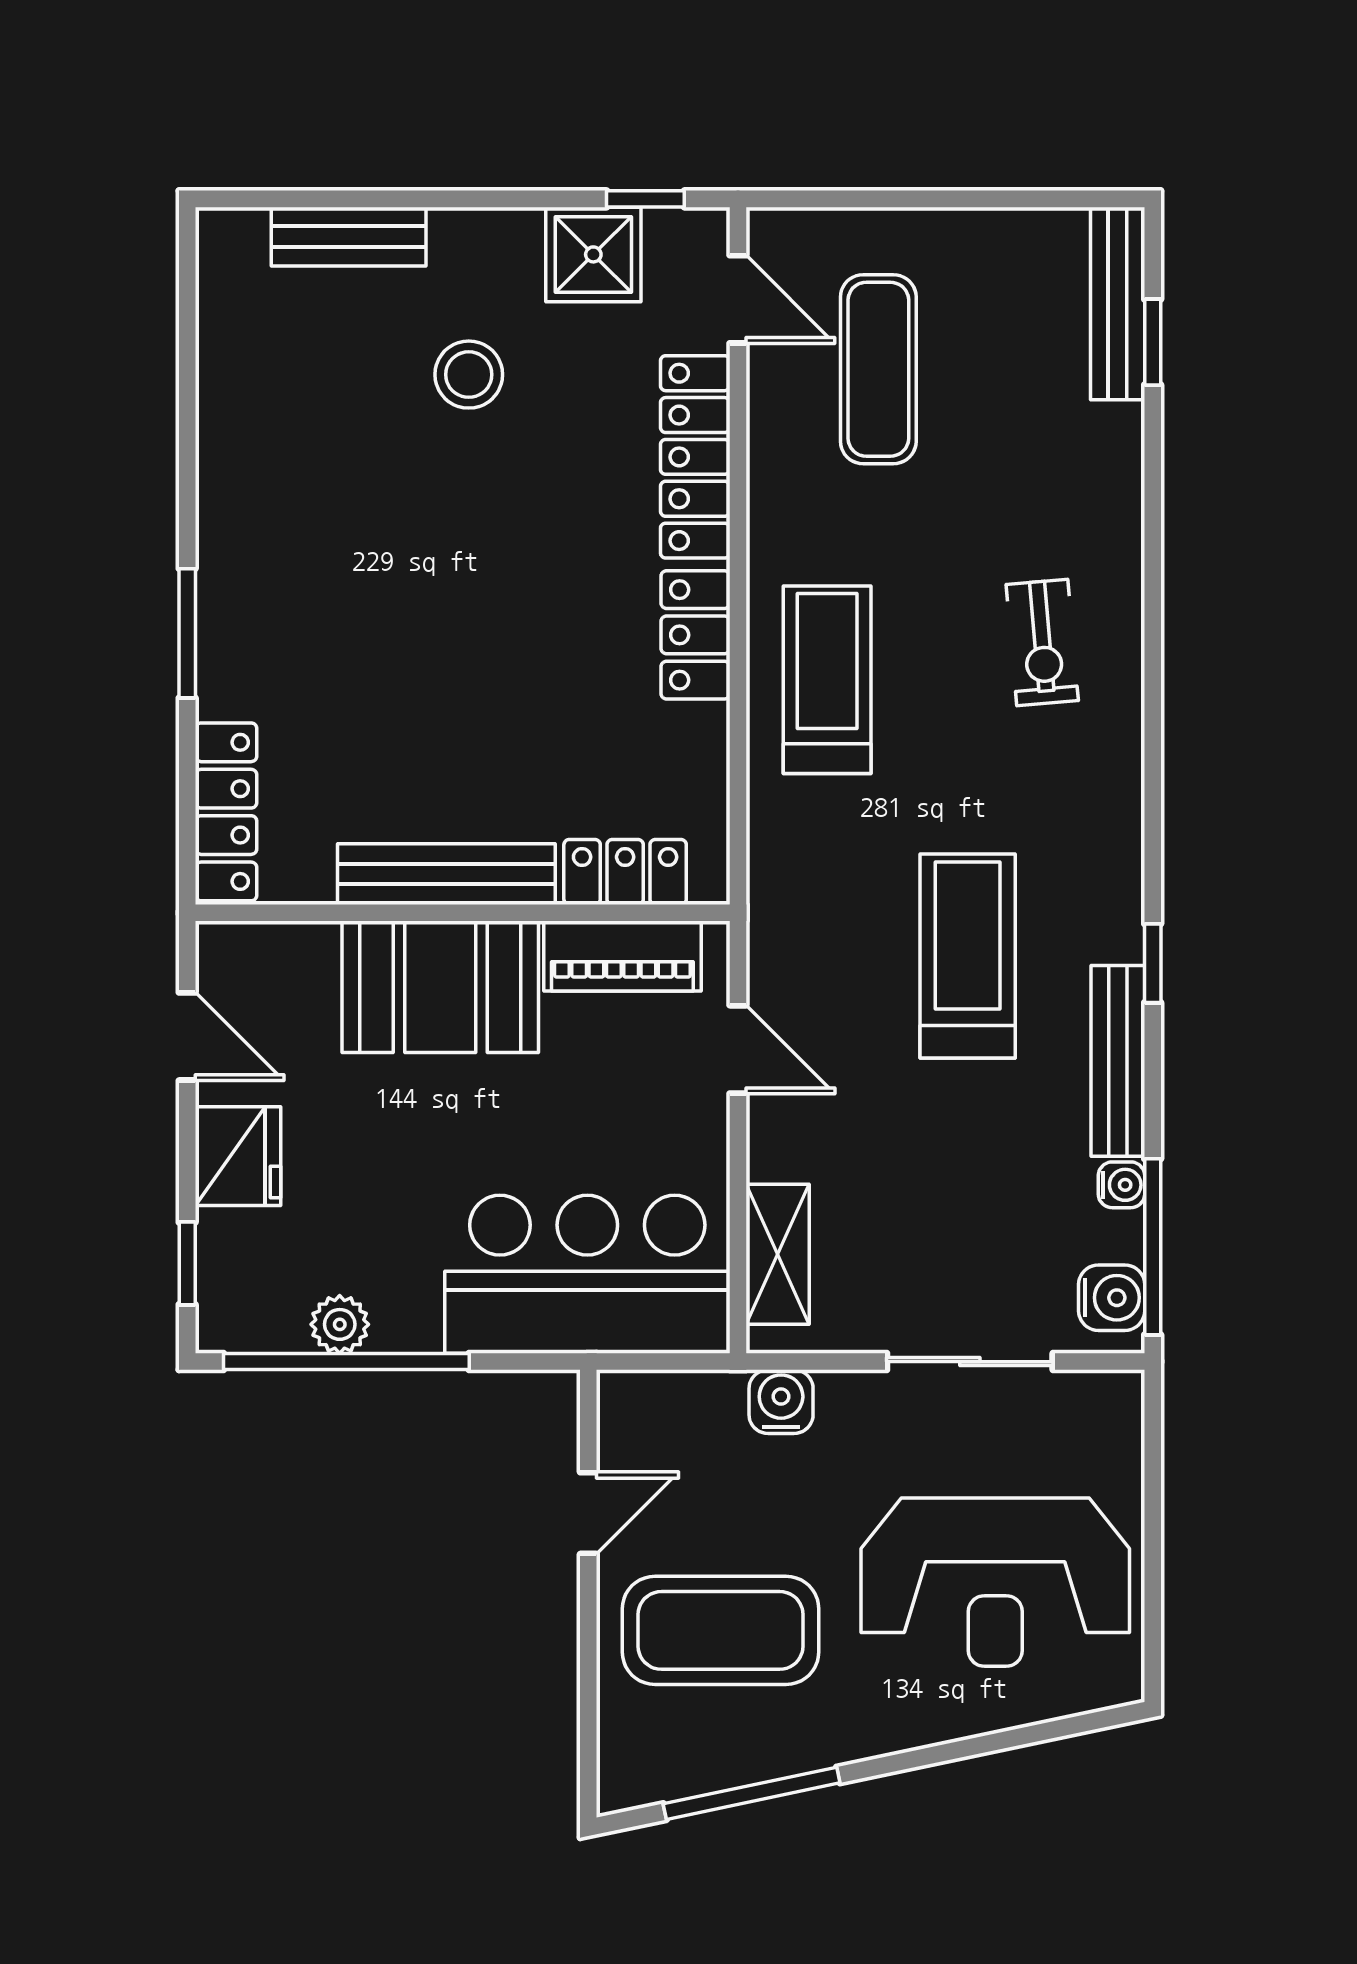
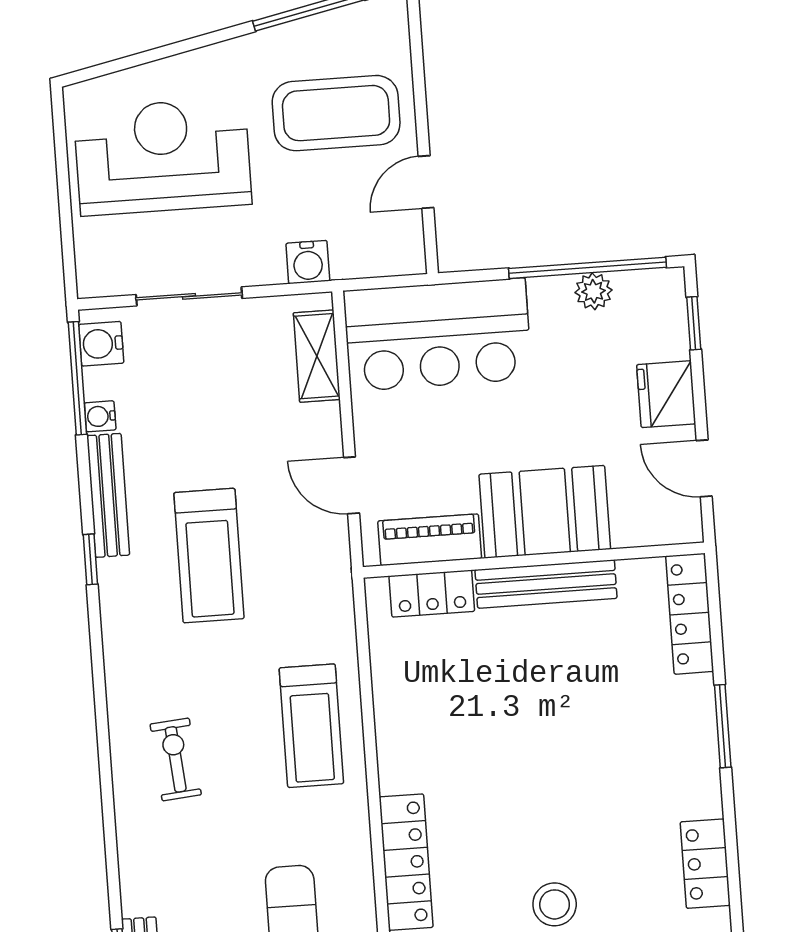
locker: (695, 635) -> (705, 864), moved, turned 180

